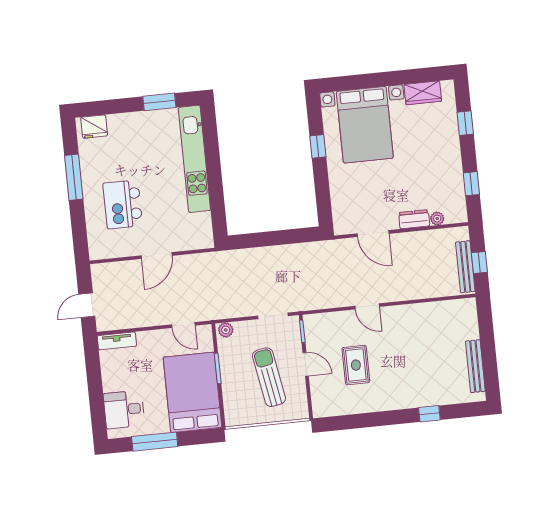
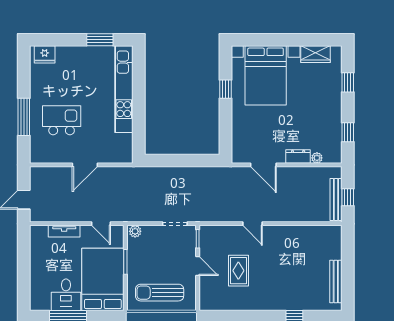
window: (74, 177) -> (24, 117), moved
kitchen island: (123, 204) -> (62, 120), turned 90
tv unit: (117, 341) -> (64, 231), moved
sun lounger: (269, 377) -> (160, 293), moved, turned -80
desk: (124, 410) -> (66, 295), moved, turned -90

